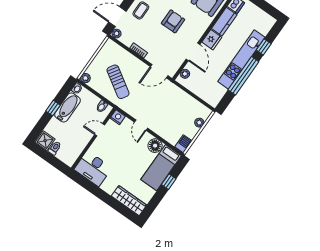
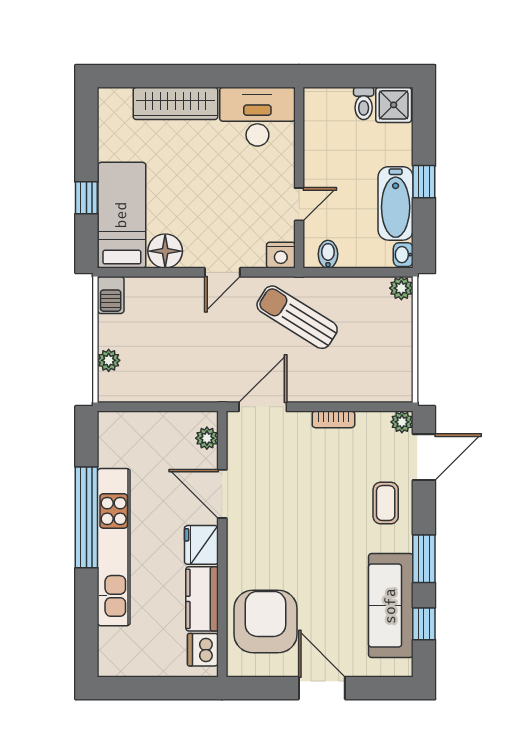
armchair: (173, 21) -> (306, 527), removed
window: (264, 47) -> (86, 604), removed
sun lounger: (118, 82) -> (297, 317), moved
door: (141, 125) -> (222, 272), swing flipped
wardrobe: (129, 201) -> (175, 103), moved

